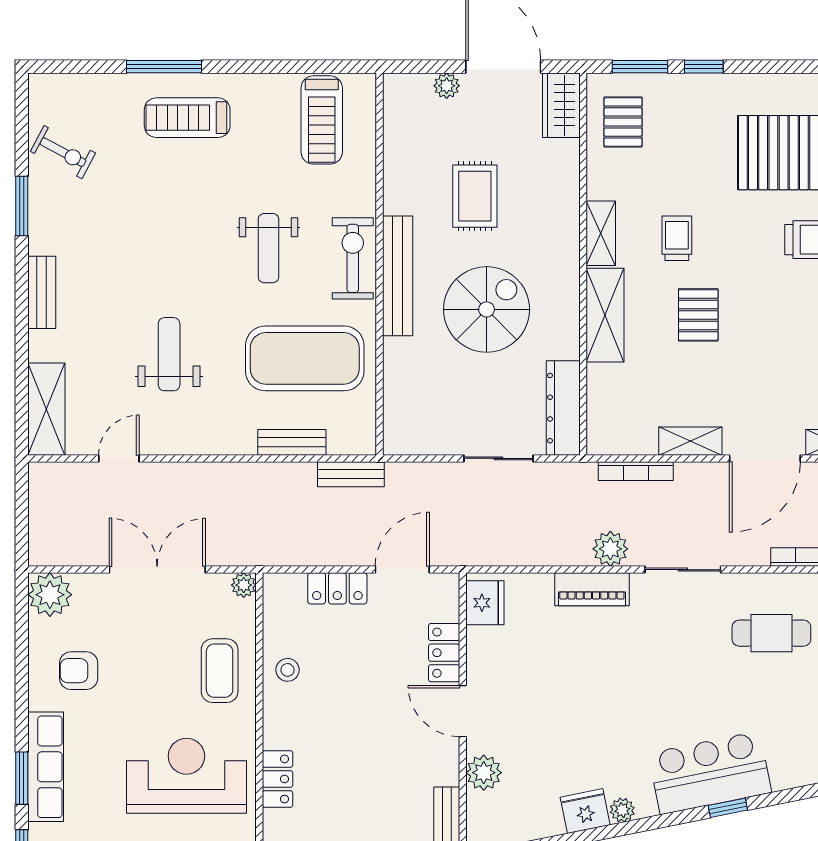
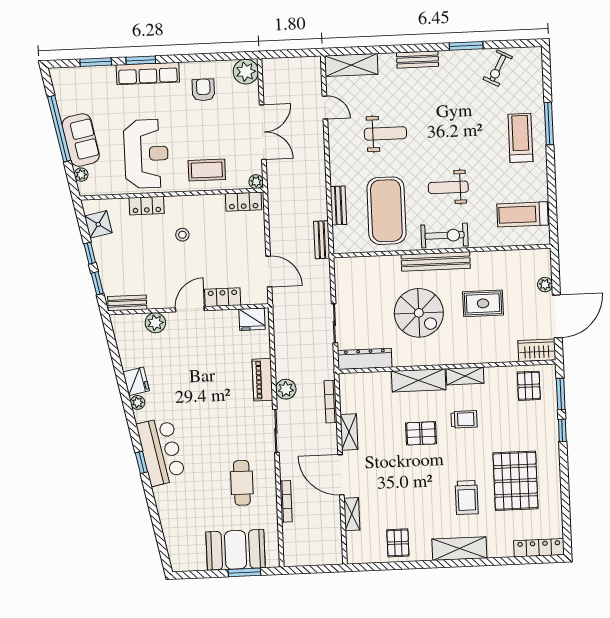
pallet: (623, 122) -> (529, 386), turned 90
locker: (337, 588) -> (243, 202), moved, turned -90
stool: (287, 670) -> (182, 235), moved

